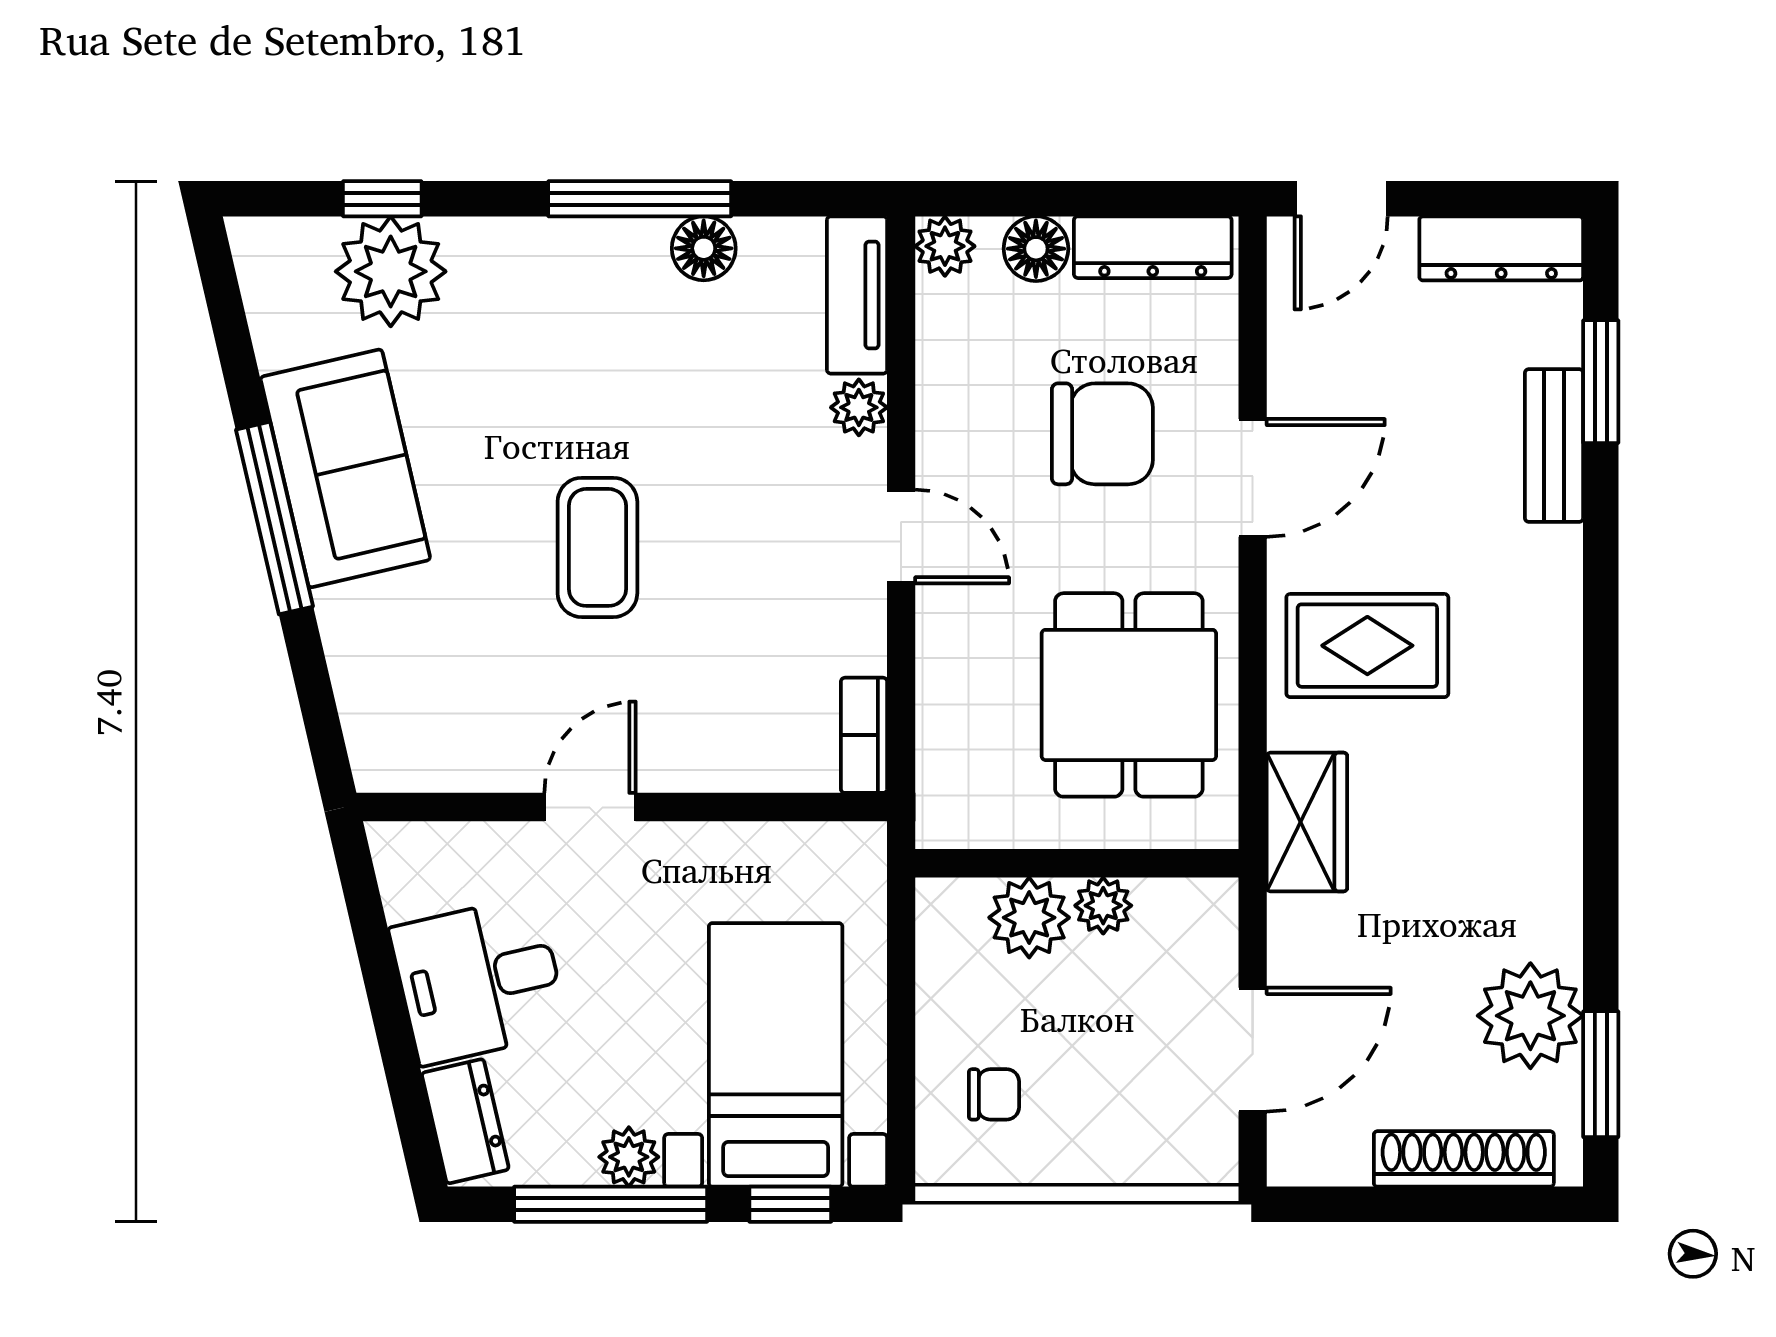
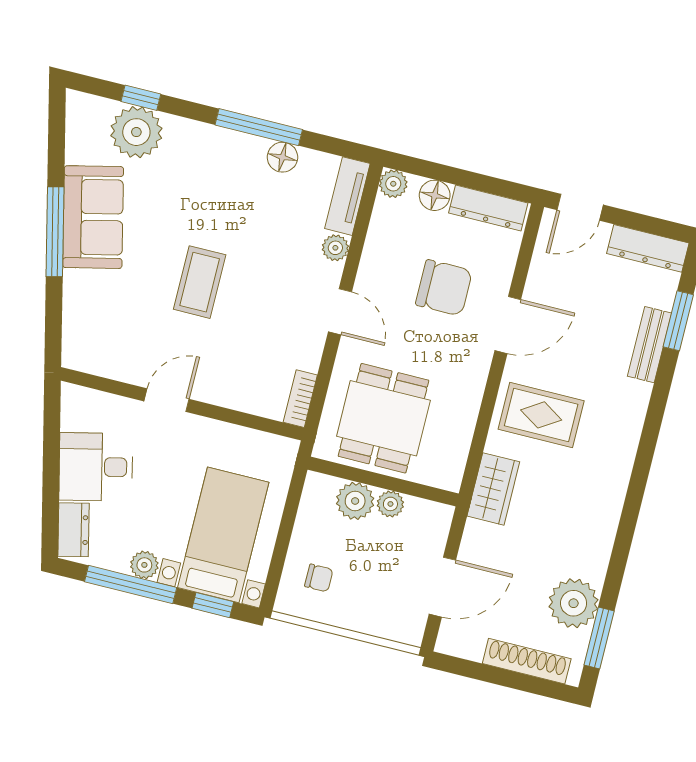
dining table: (1129, 695) -> (383, 418), moved

